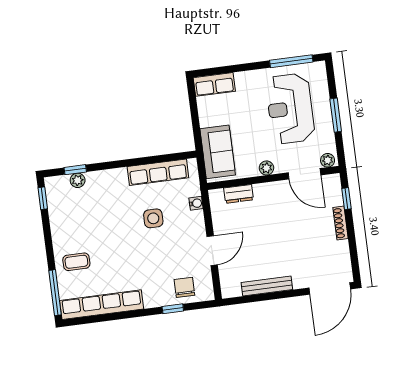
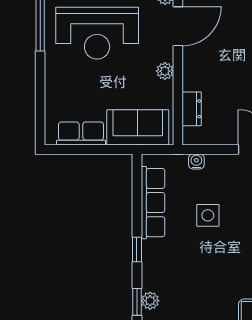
row of seats: (214, 84) -> (81, 134), moved, turned -90
window: (118, 164) -> (137, 249), added

